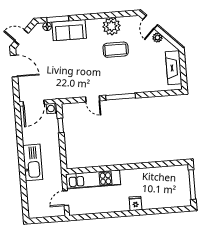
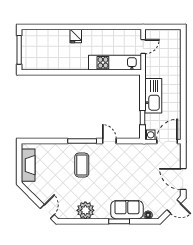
window: (58, 19) -> (119, 221), moved
plant: (158, 38) -> (42, 196), removed
coffee table: (116, 50) -> (82, 165), moved, turned 90
kitchen sink: (33, 162) -> (153, 96), moved, turned 180

